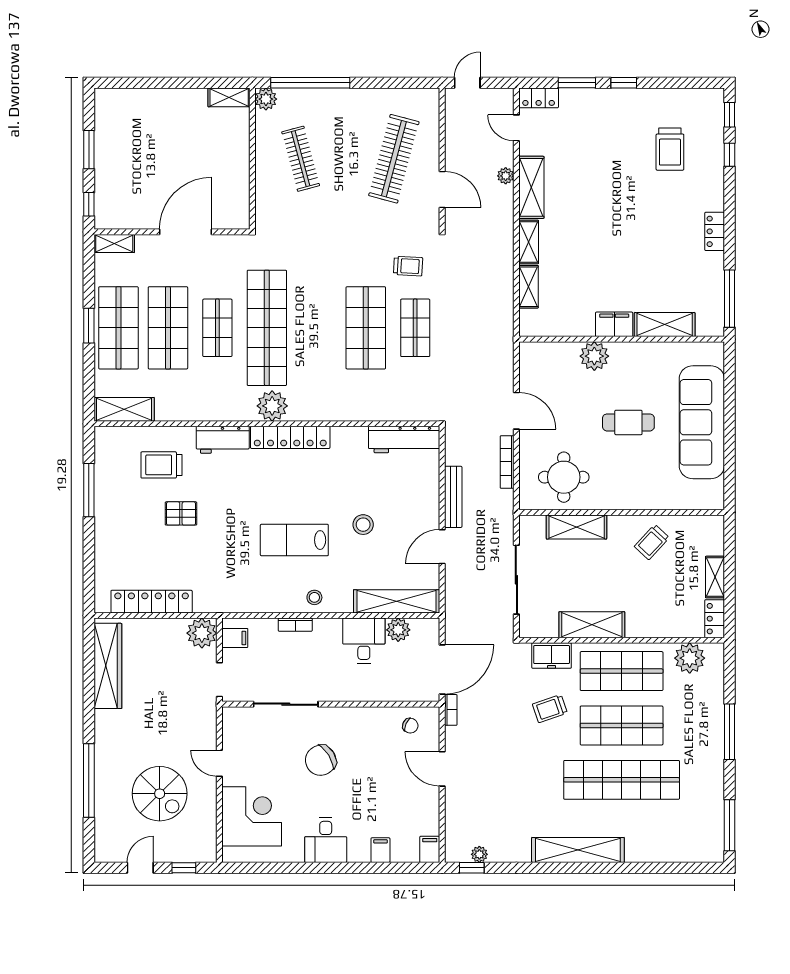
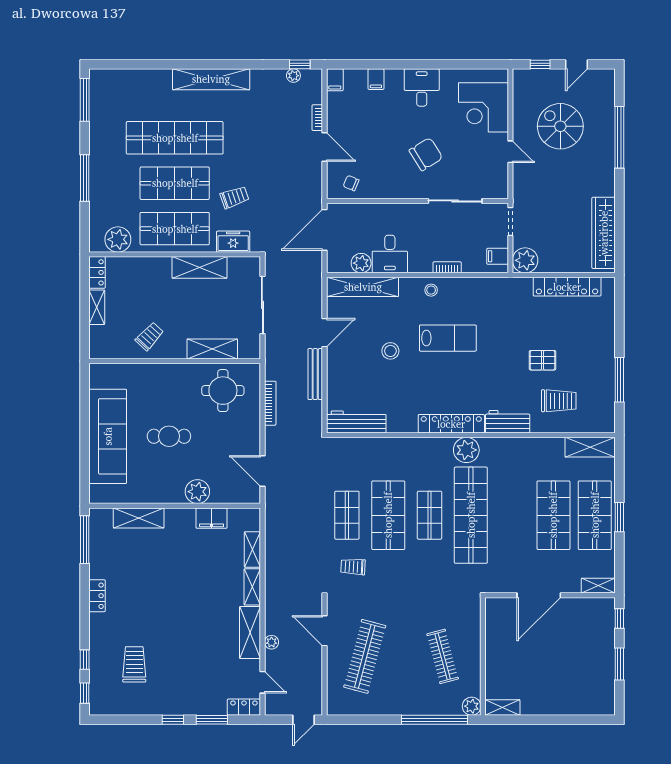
filing cabinet: (614, 324) -> (212, 518), moved
shop shelf: (217, 328) -> (430, 515), moved
door: (516, 411) -> (262, 471), moved
bookcase: (451, 710) -> (317, 118), moved

